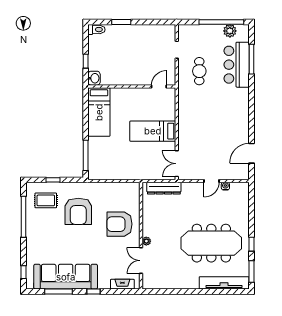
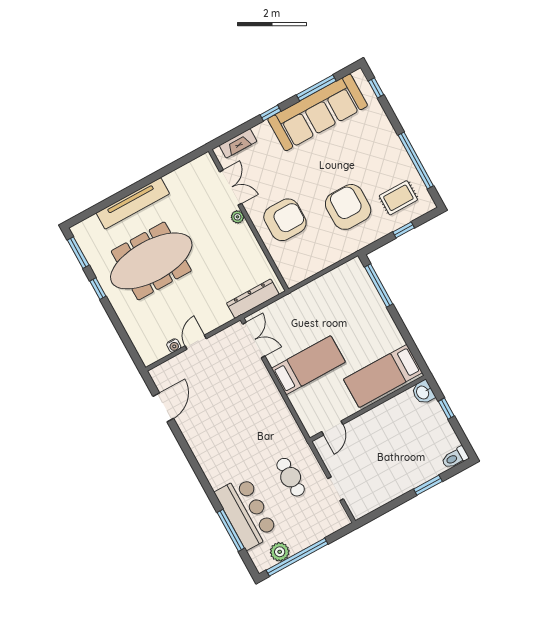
bed: (99, 112) -> (383, 376), moved, turned -90
tv unit: (224, 283) -> (133, 203), moved

